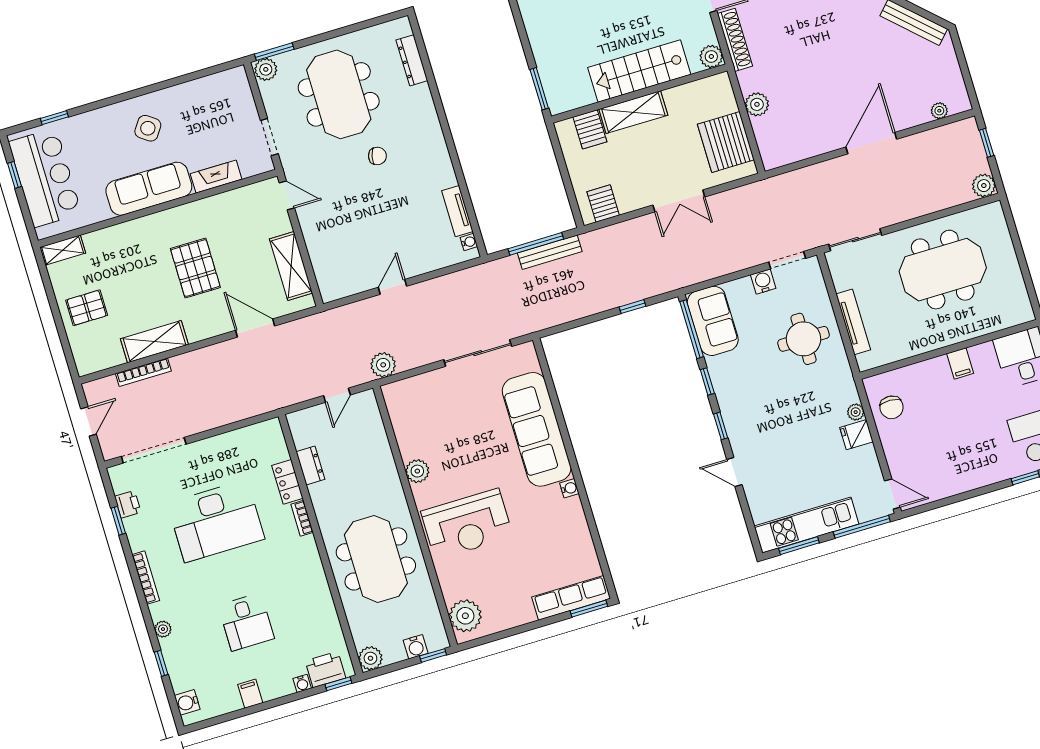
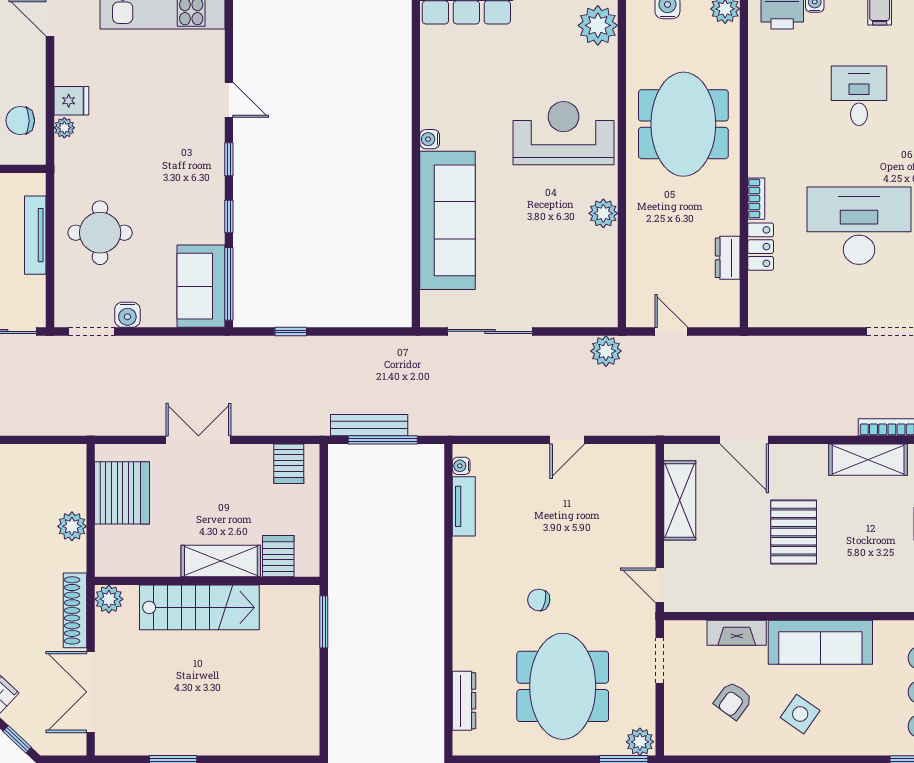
armchair: (203, 123) -> (733, 700), added
door: (337, 395) -> (671, 331), hinge flipped
chair: (892, 407) -> (20, 121), turned -92

